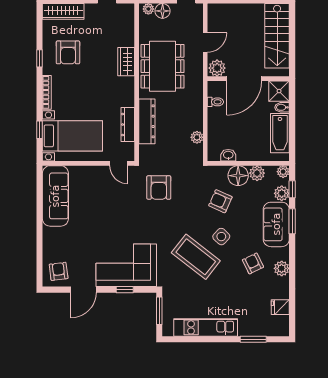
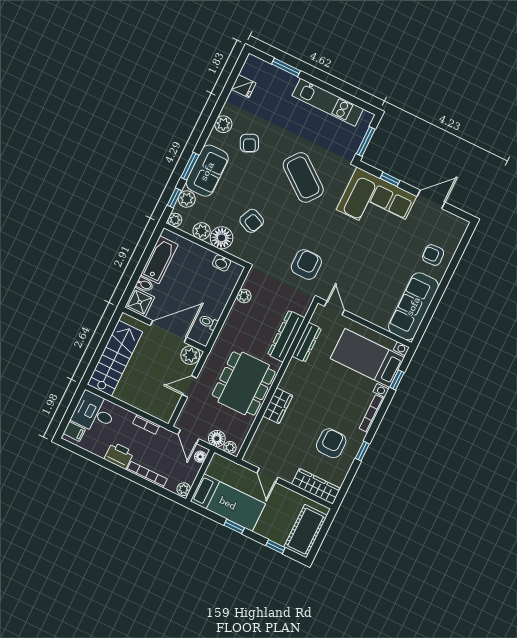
side table: (221, 237) -> (268, 185), removed
armchair: (59, 271) -> (433, 255), moved, turned 94

